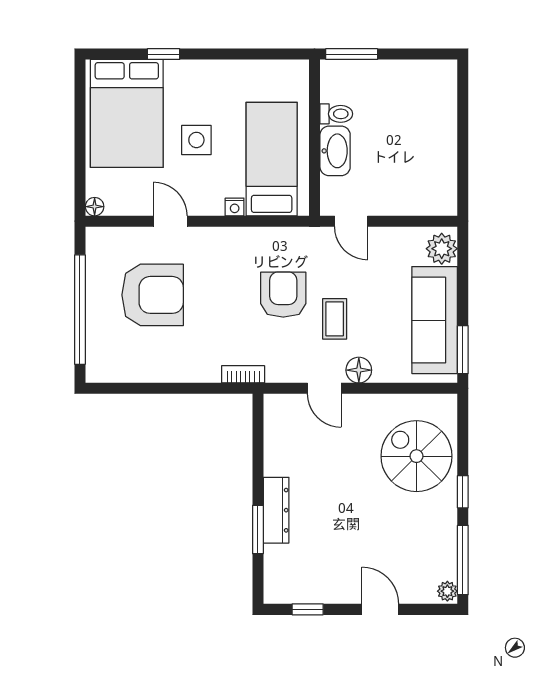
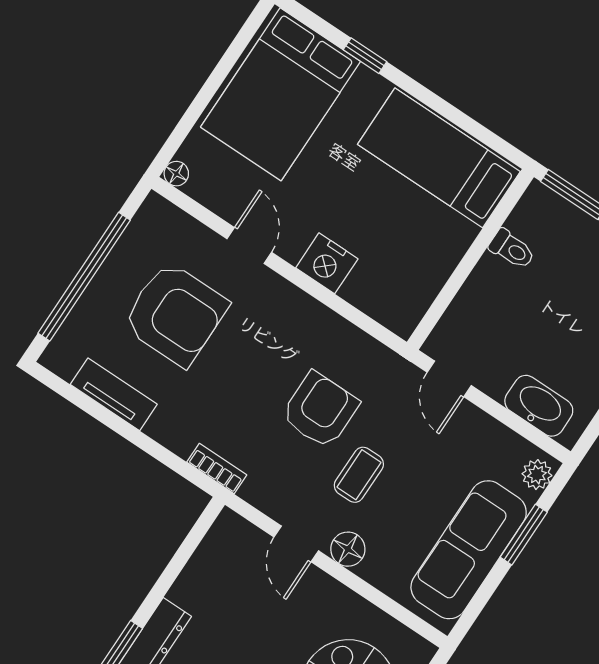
side table: (196, 140) -> (338, 175), removed
washbasin: (335, 151) -> (539, 406), moved, turned -90
bed: (272, 159) -> (439, 158), moved, turned -90
nightstand: (235, 207) -> (327, 263), width x1.89, depth x1.79
plant: (442, 249) -> (537, 475), width x0.73, depth x0.73
window: (463, 350) -> (524, 535), moved
tv unit: (148, 371) -> (114, 394), added

